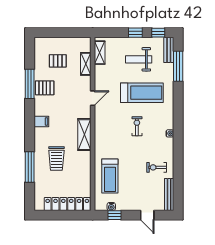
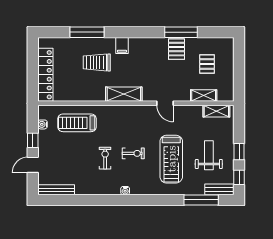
filing cabinet: (41, 122) -> (122, 46), moved
exercise bike: (157, 167) -> (105, 158), moved
window: (115, 215) -> (33, 140), moved

